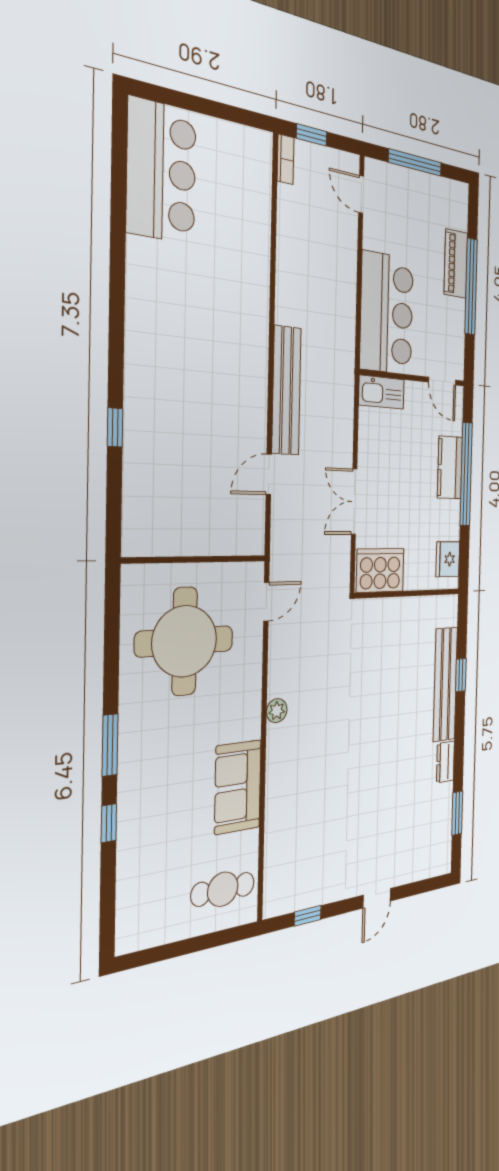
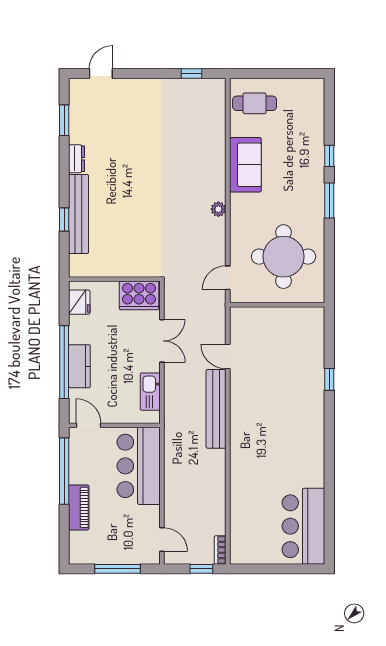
window: (471, 286) -> (64, 471), moved
kitchen sink: (382, 392) -> (150, 392), moved, turned -90
door: (269, 474) -> (228, 356), swing flipped
door: (377, 898) -> (101, 73), moved

